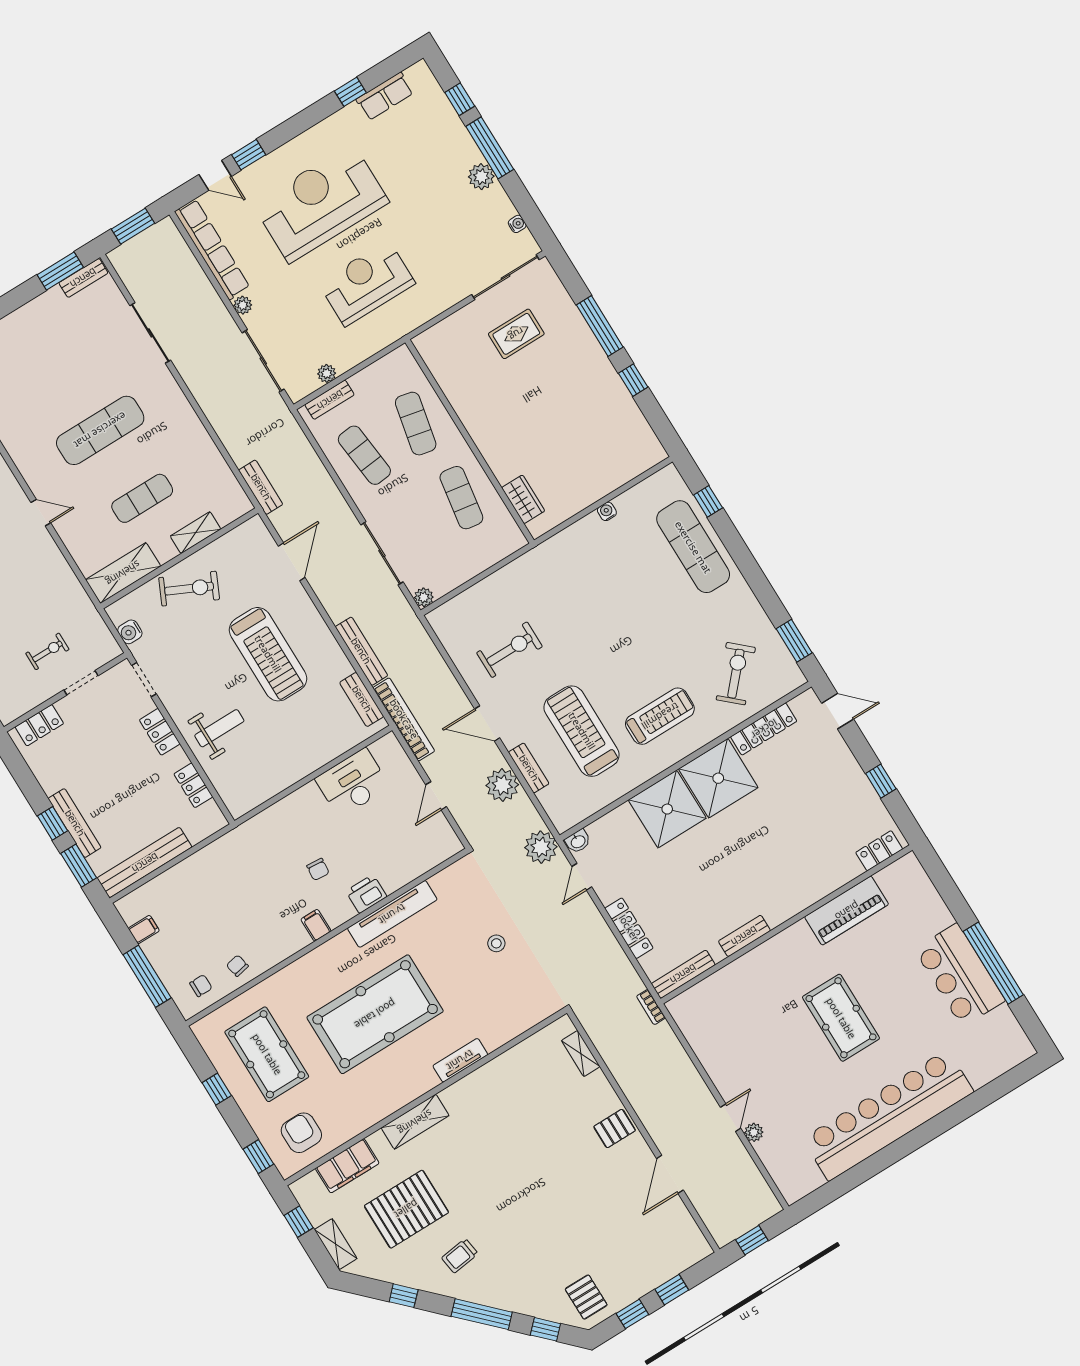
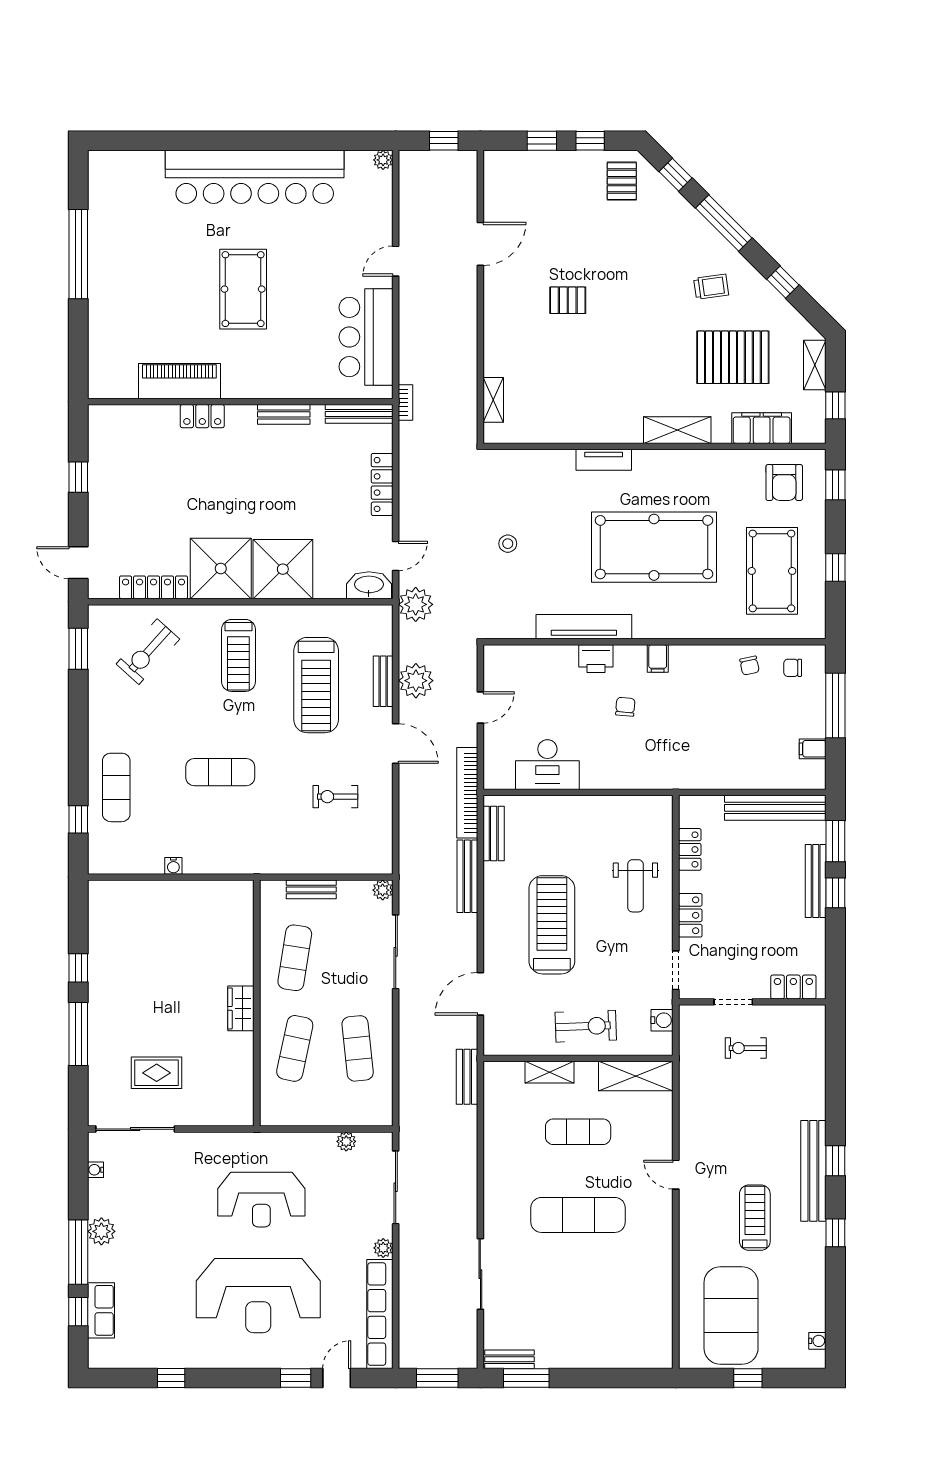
row of seats: (385, 96) -> (101, 1310), moved, turned 90
door: (215, 175) -> (337, 1378), hinge flipped
bench: (330, 400) -> (311, 889), moved
wardrobe: (523, 499) -> (241, 1008), moved
exercise mat: (693, 547) -> (116, 787), width x0.73, depth x0.69
exercise bike: (189, 589) -> (586, 1026), turned 153
exercise mat: (616, 612) -> (220, 772), added
exercise bike: (510, 650) -> (335, 797), width x0.73, depth x0.72
treadmill: (660, 716) -> (238, 655), turned -90
weight bench: (219, 728) -> (635, 886), turned -90
washbasin: (578, 841) -> (369, 585), width x1.91, depth x1.45
locker: (879, 851) -> (202, 416), moved
bar counter: (960, 975) -> (366, 337), moved, turned 180
pallet: (615, 1129) -> (568, 300), moved
plant: (754, 1132) -> (383, 160), moved

